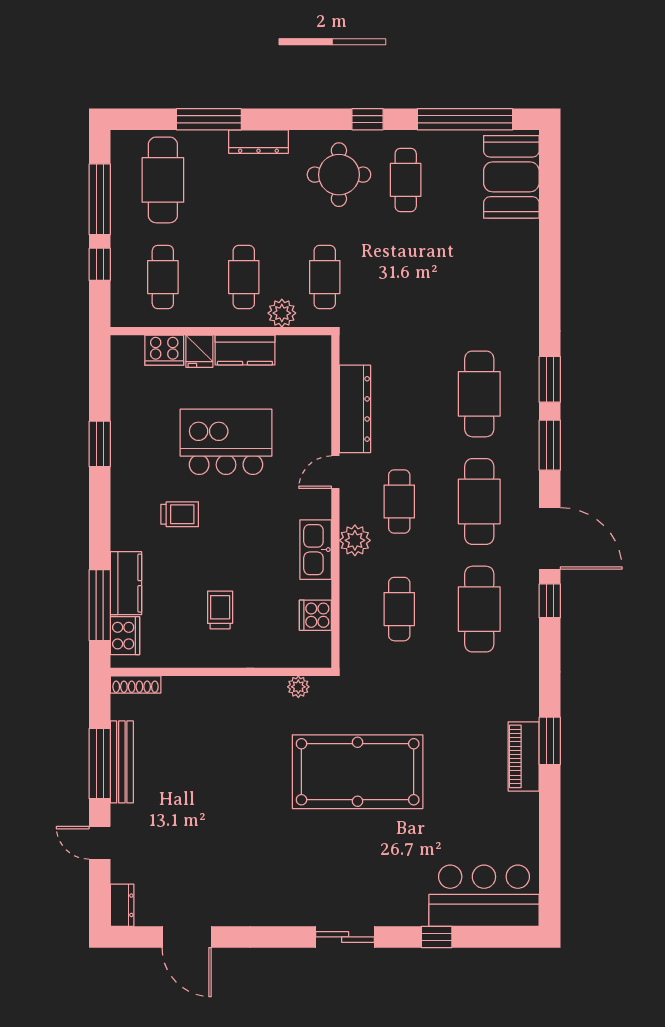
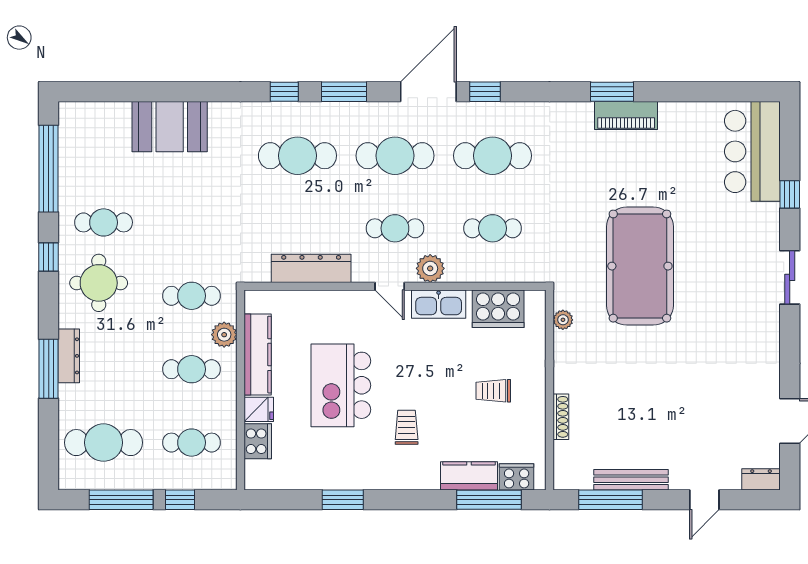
window: (209, 119) -> (49, 369), moved
booth: (511, 177) -> (170, 127), moved
kitchen counter: (245, 350) -> (258, 355), width x1.50
window: (550, 379) -> (284, 92), width x0.67
door: (335, 472) -> (390, 286), moved
cooker: (315, 615) -> (498, 309), width x1.87, depth x1.31
shoe rack: (136, 685) -> (561, 417), moved
window: (100, 764) -> (611, 500), moved

